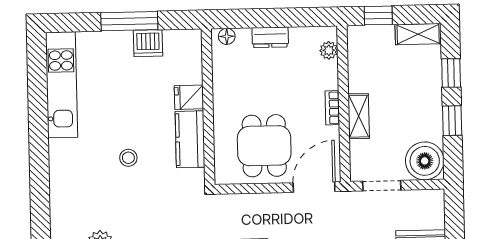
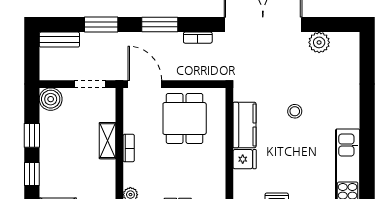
boiler: (425, 161) -> (51, 99), width x0.73, depth x0.73
door: (314, 187) -> (145, 84), swing flipped

